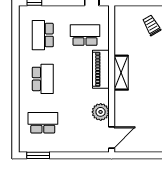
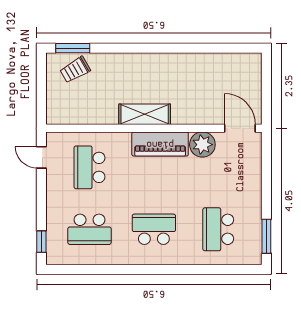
piano: (101, 69) -> (160, 144), moved

